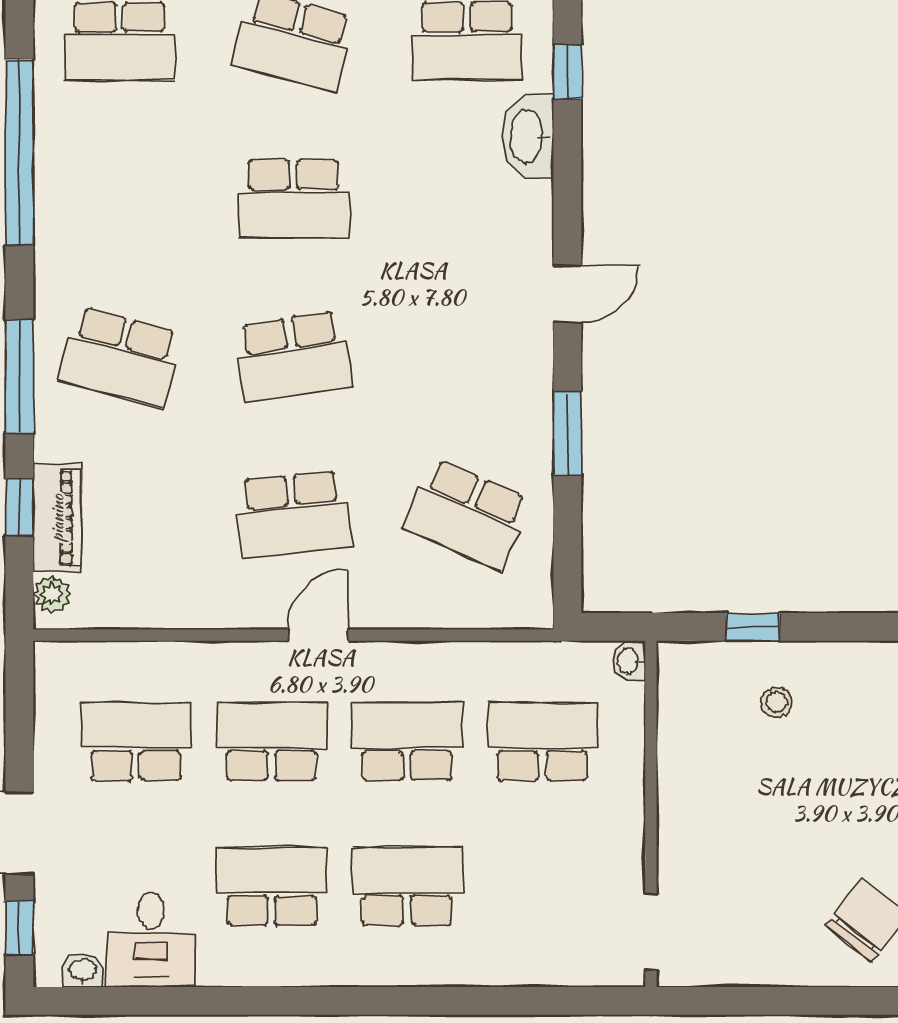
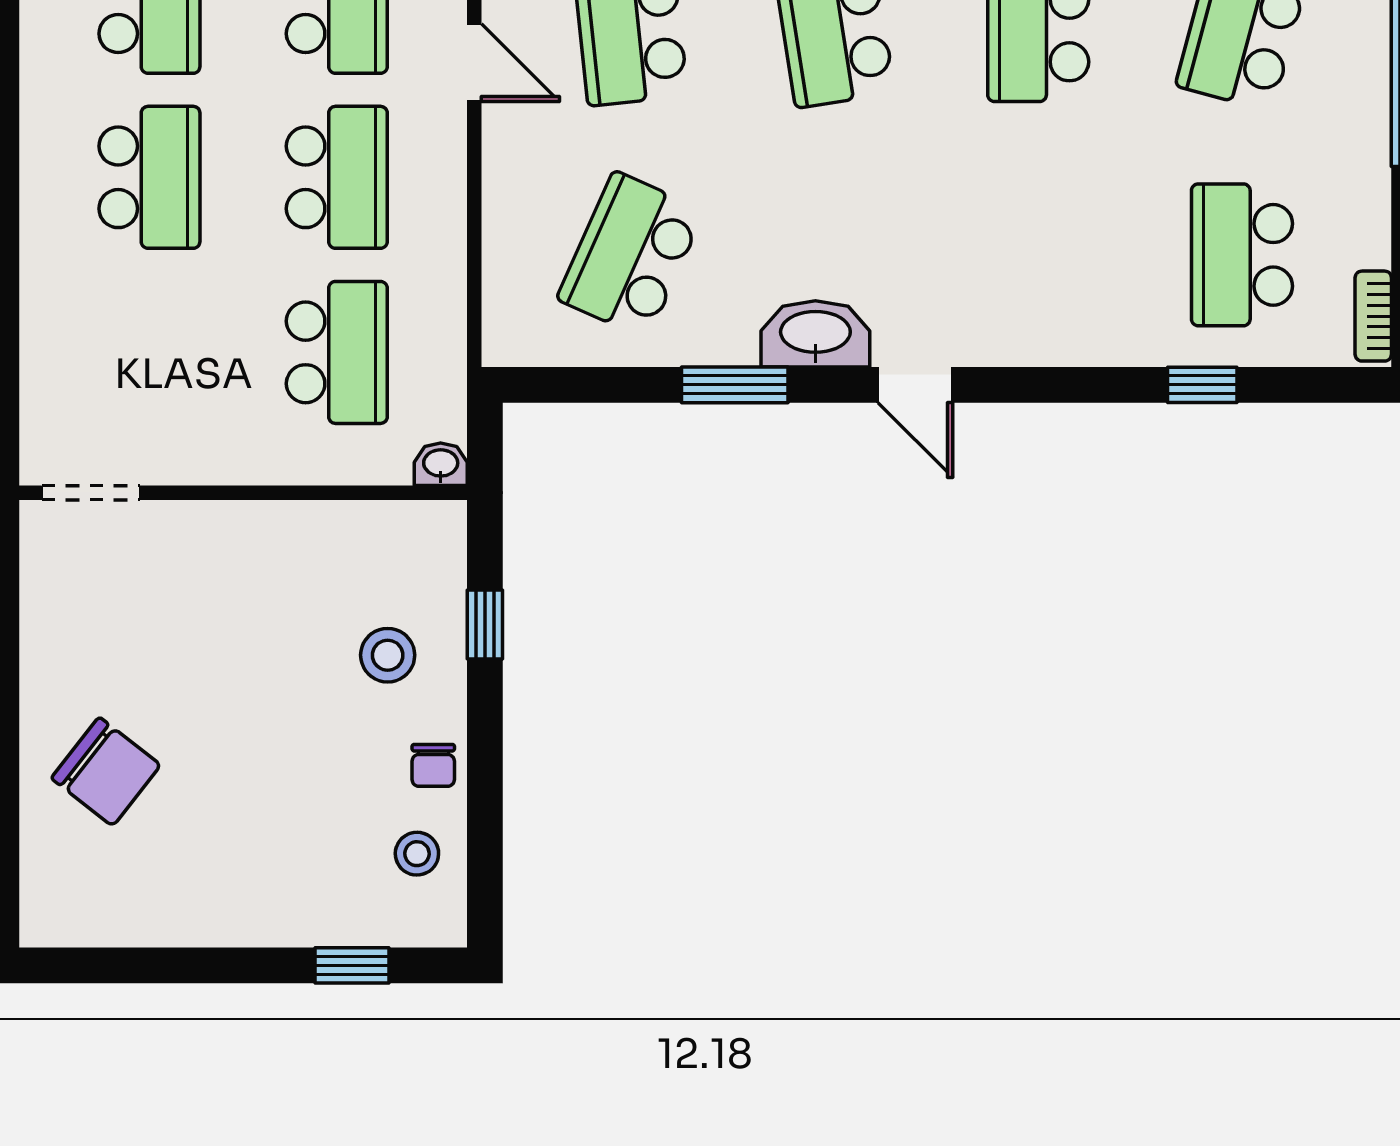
washbasin: (528, 136) -> (815, 334), moved
chair: (862, 667) -> (433, 765), added
stool: (777, 702) -> (388, 655), width x1.37, depth x1.37

